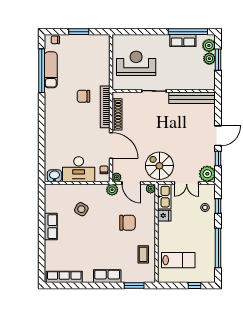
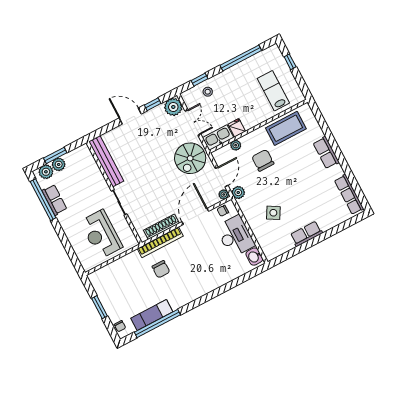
plant: (151, 189) -> (236, 145), moved
coffee table: (143, 254) -> (286, 128), width x1.86, depth x1.72
window: (134, 285) -> (321, 121), removed

